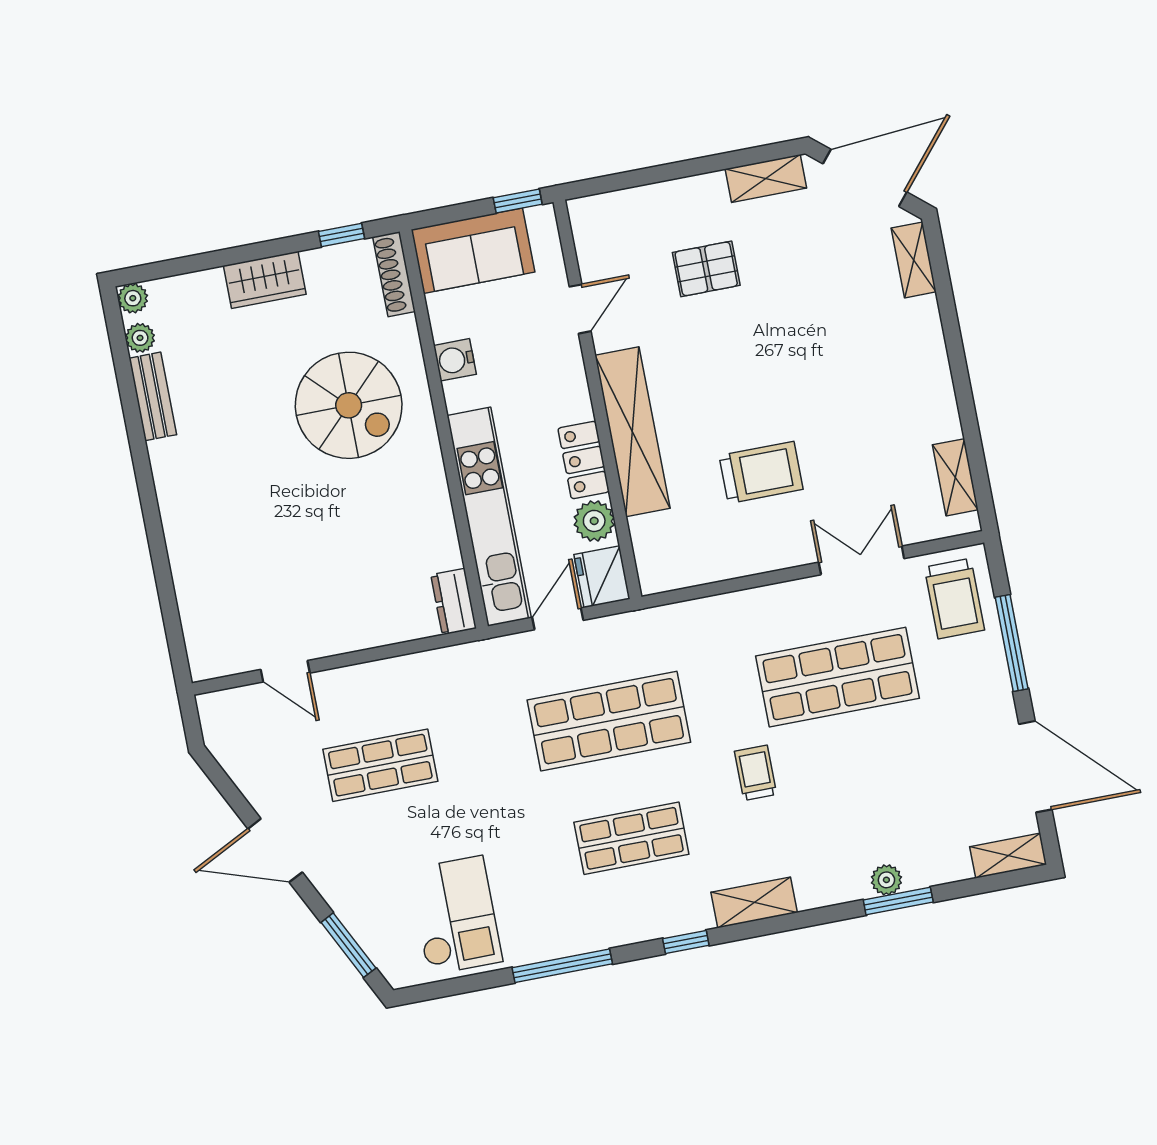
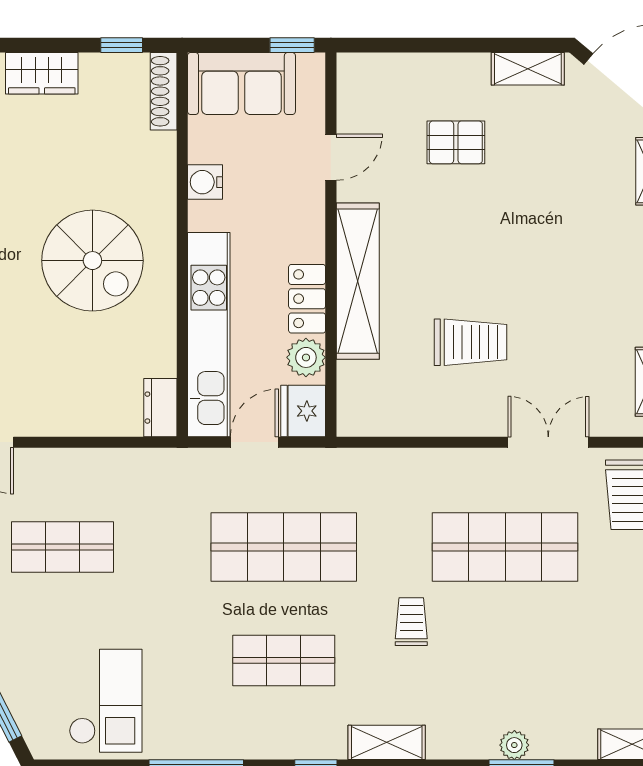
spiral stairs: (349, 405) -> (92, 261), moved

